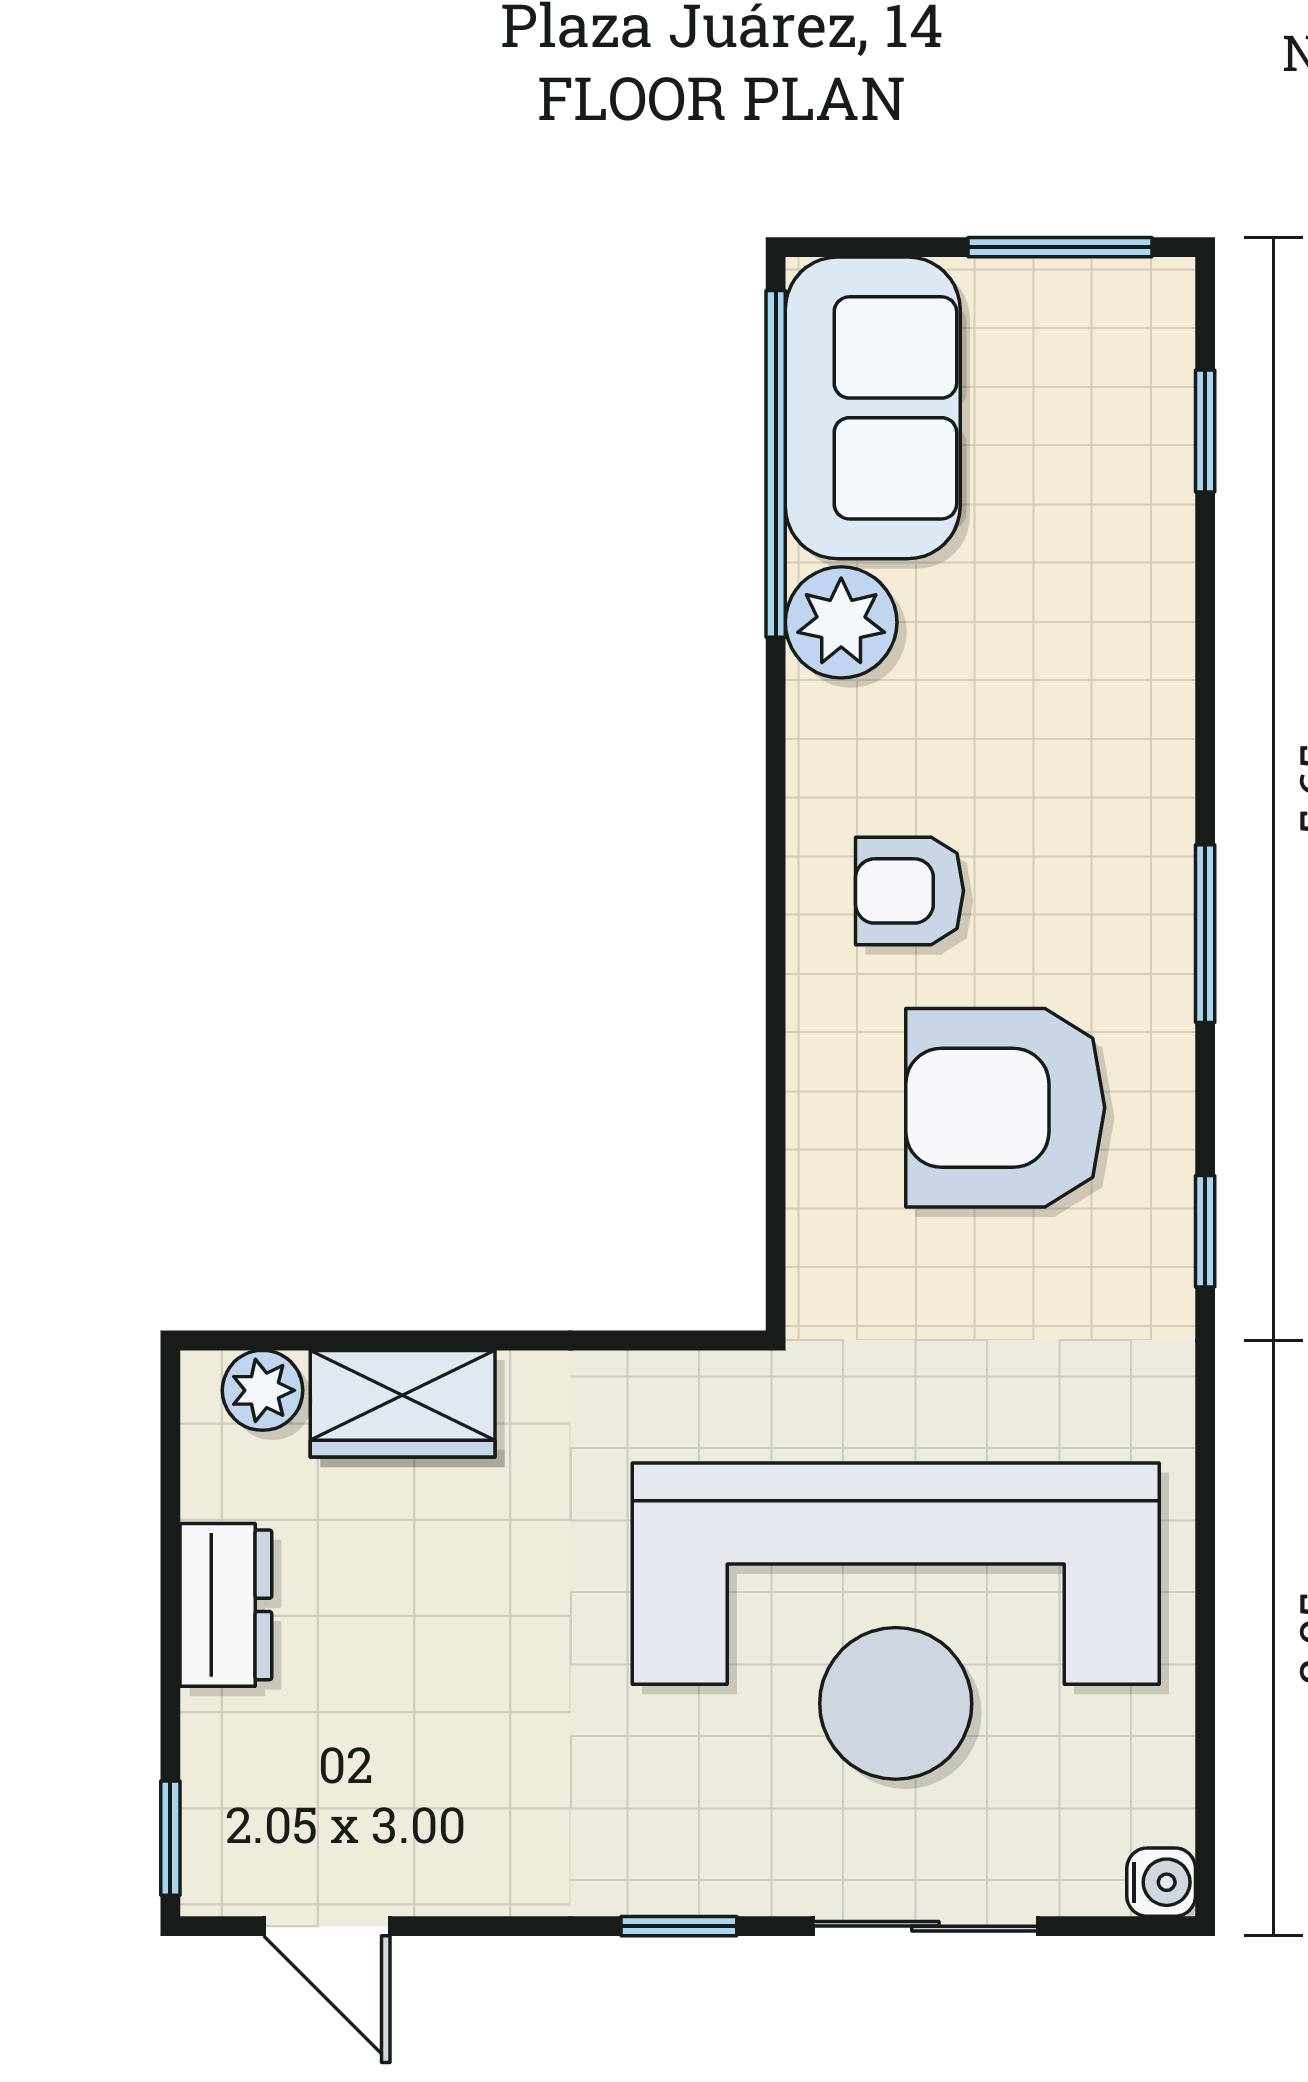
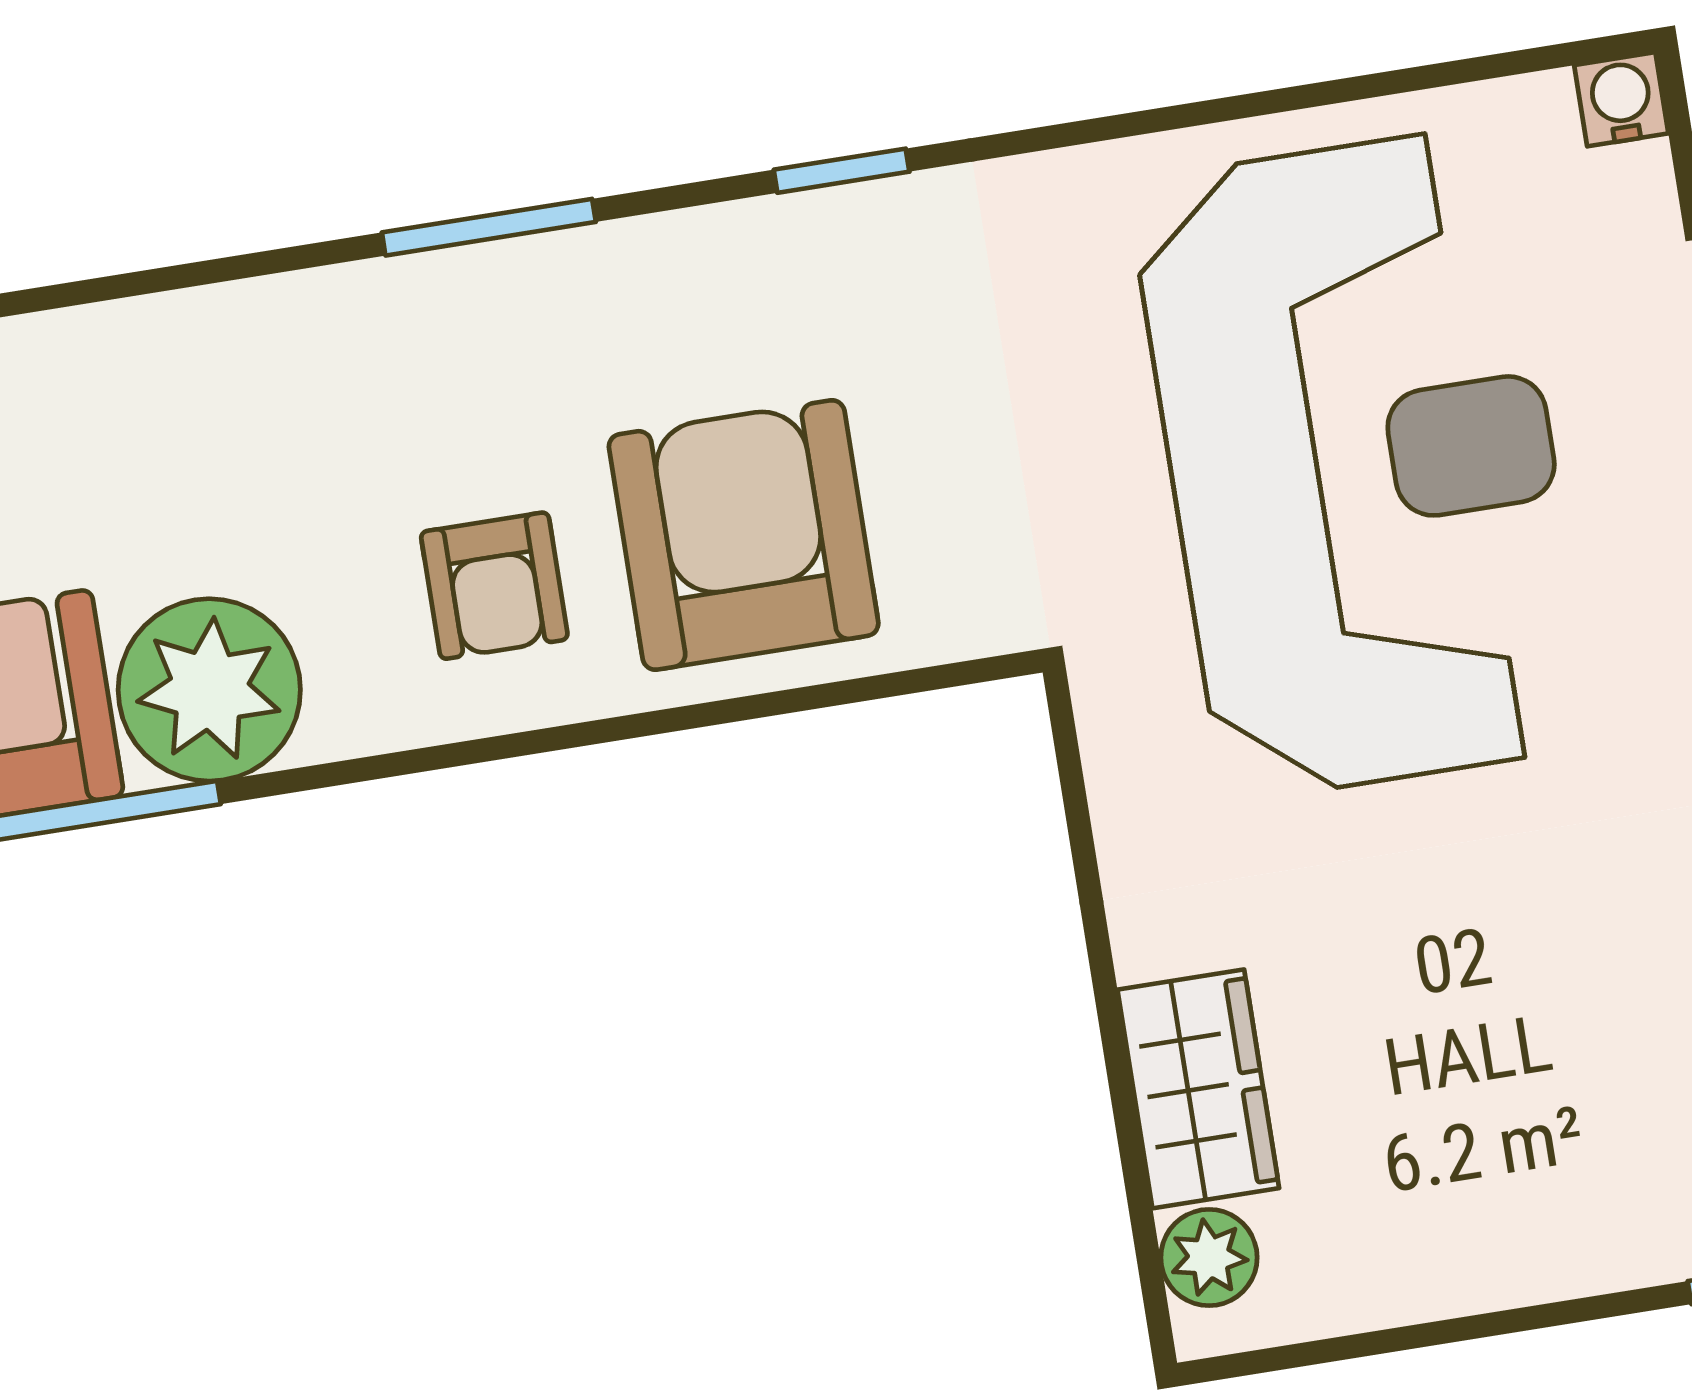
plant: (841, 622) -> (209, 690), width x1.36, depth x1.36
armchair: (1005, 1108) -> (744, 535), moved, turned 180
dresser: (226, 1605) -> (1470, 1260), removed

